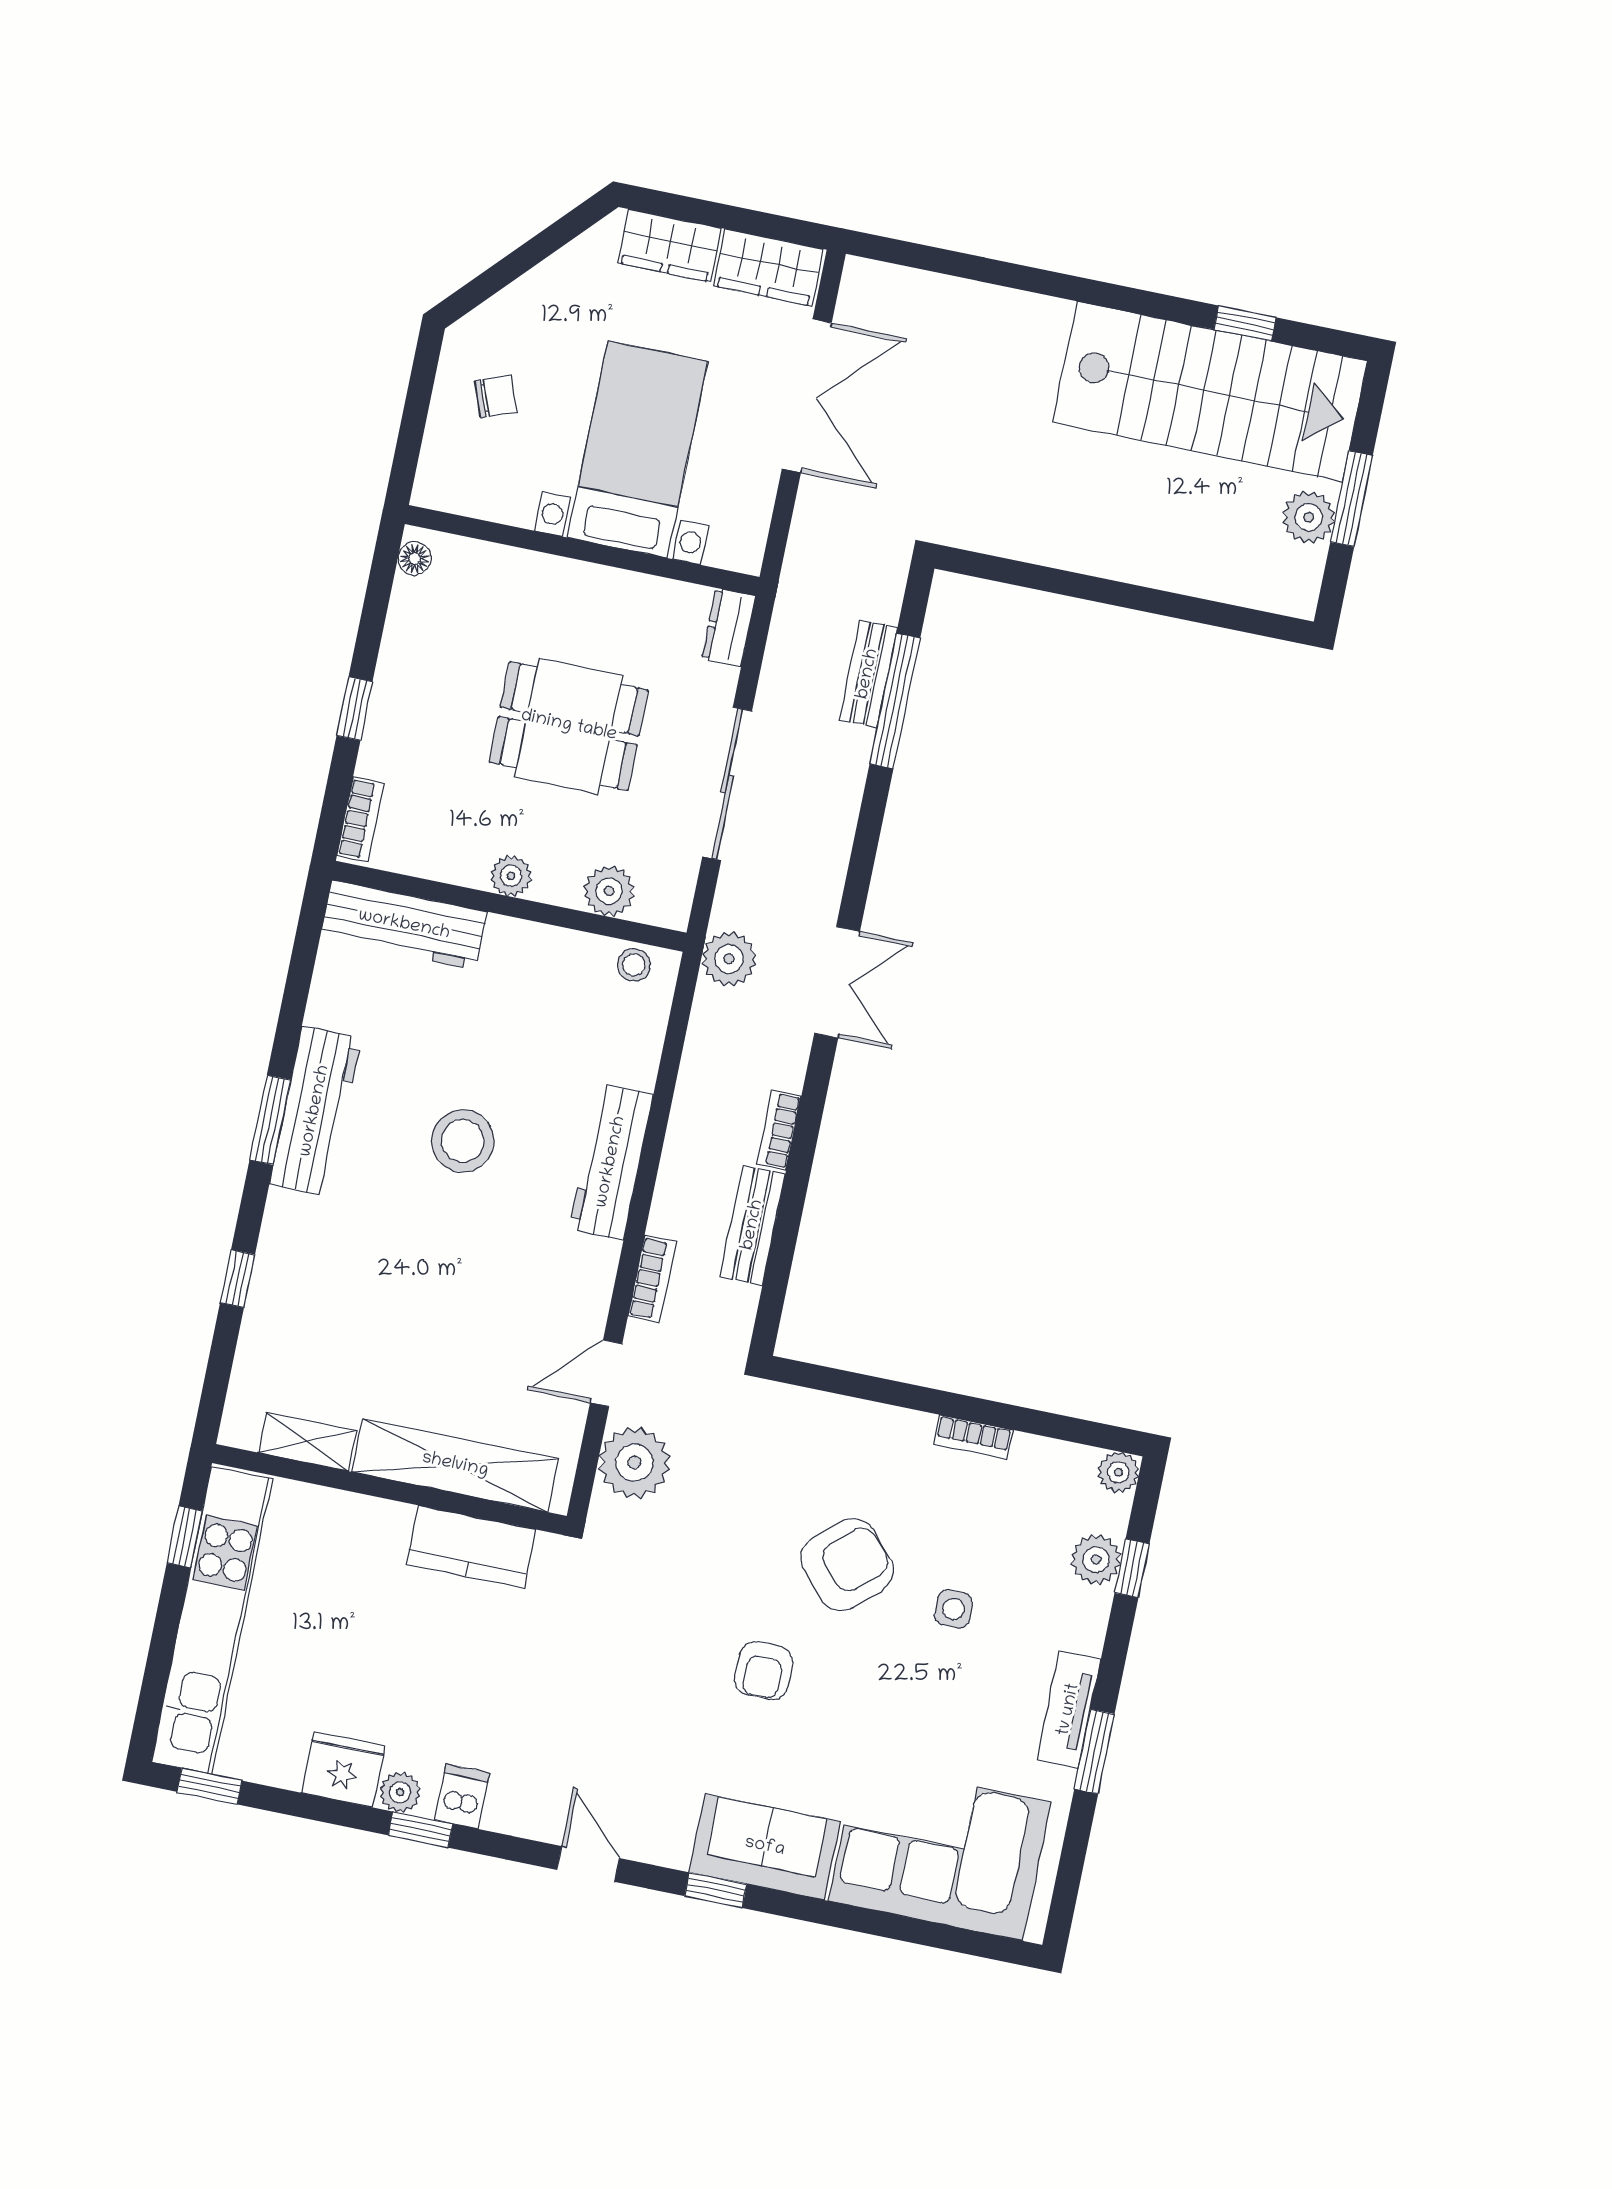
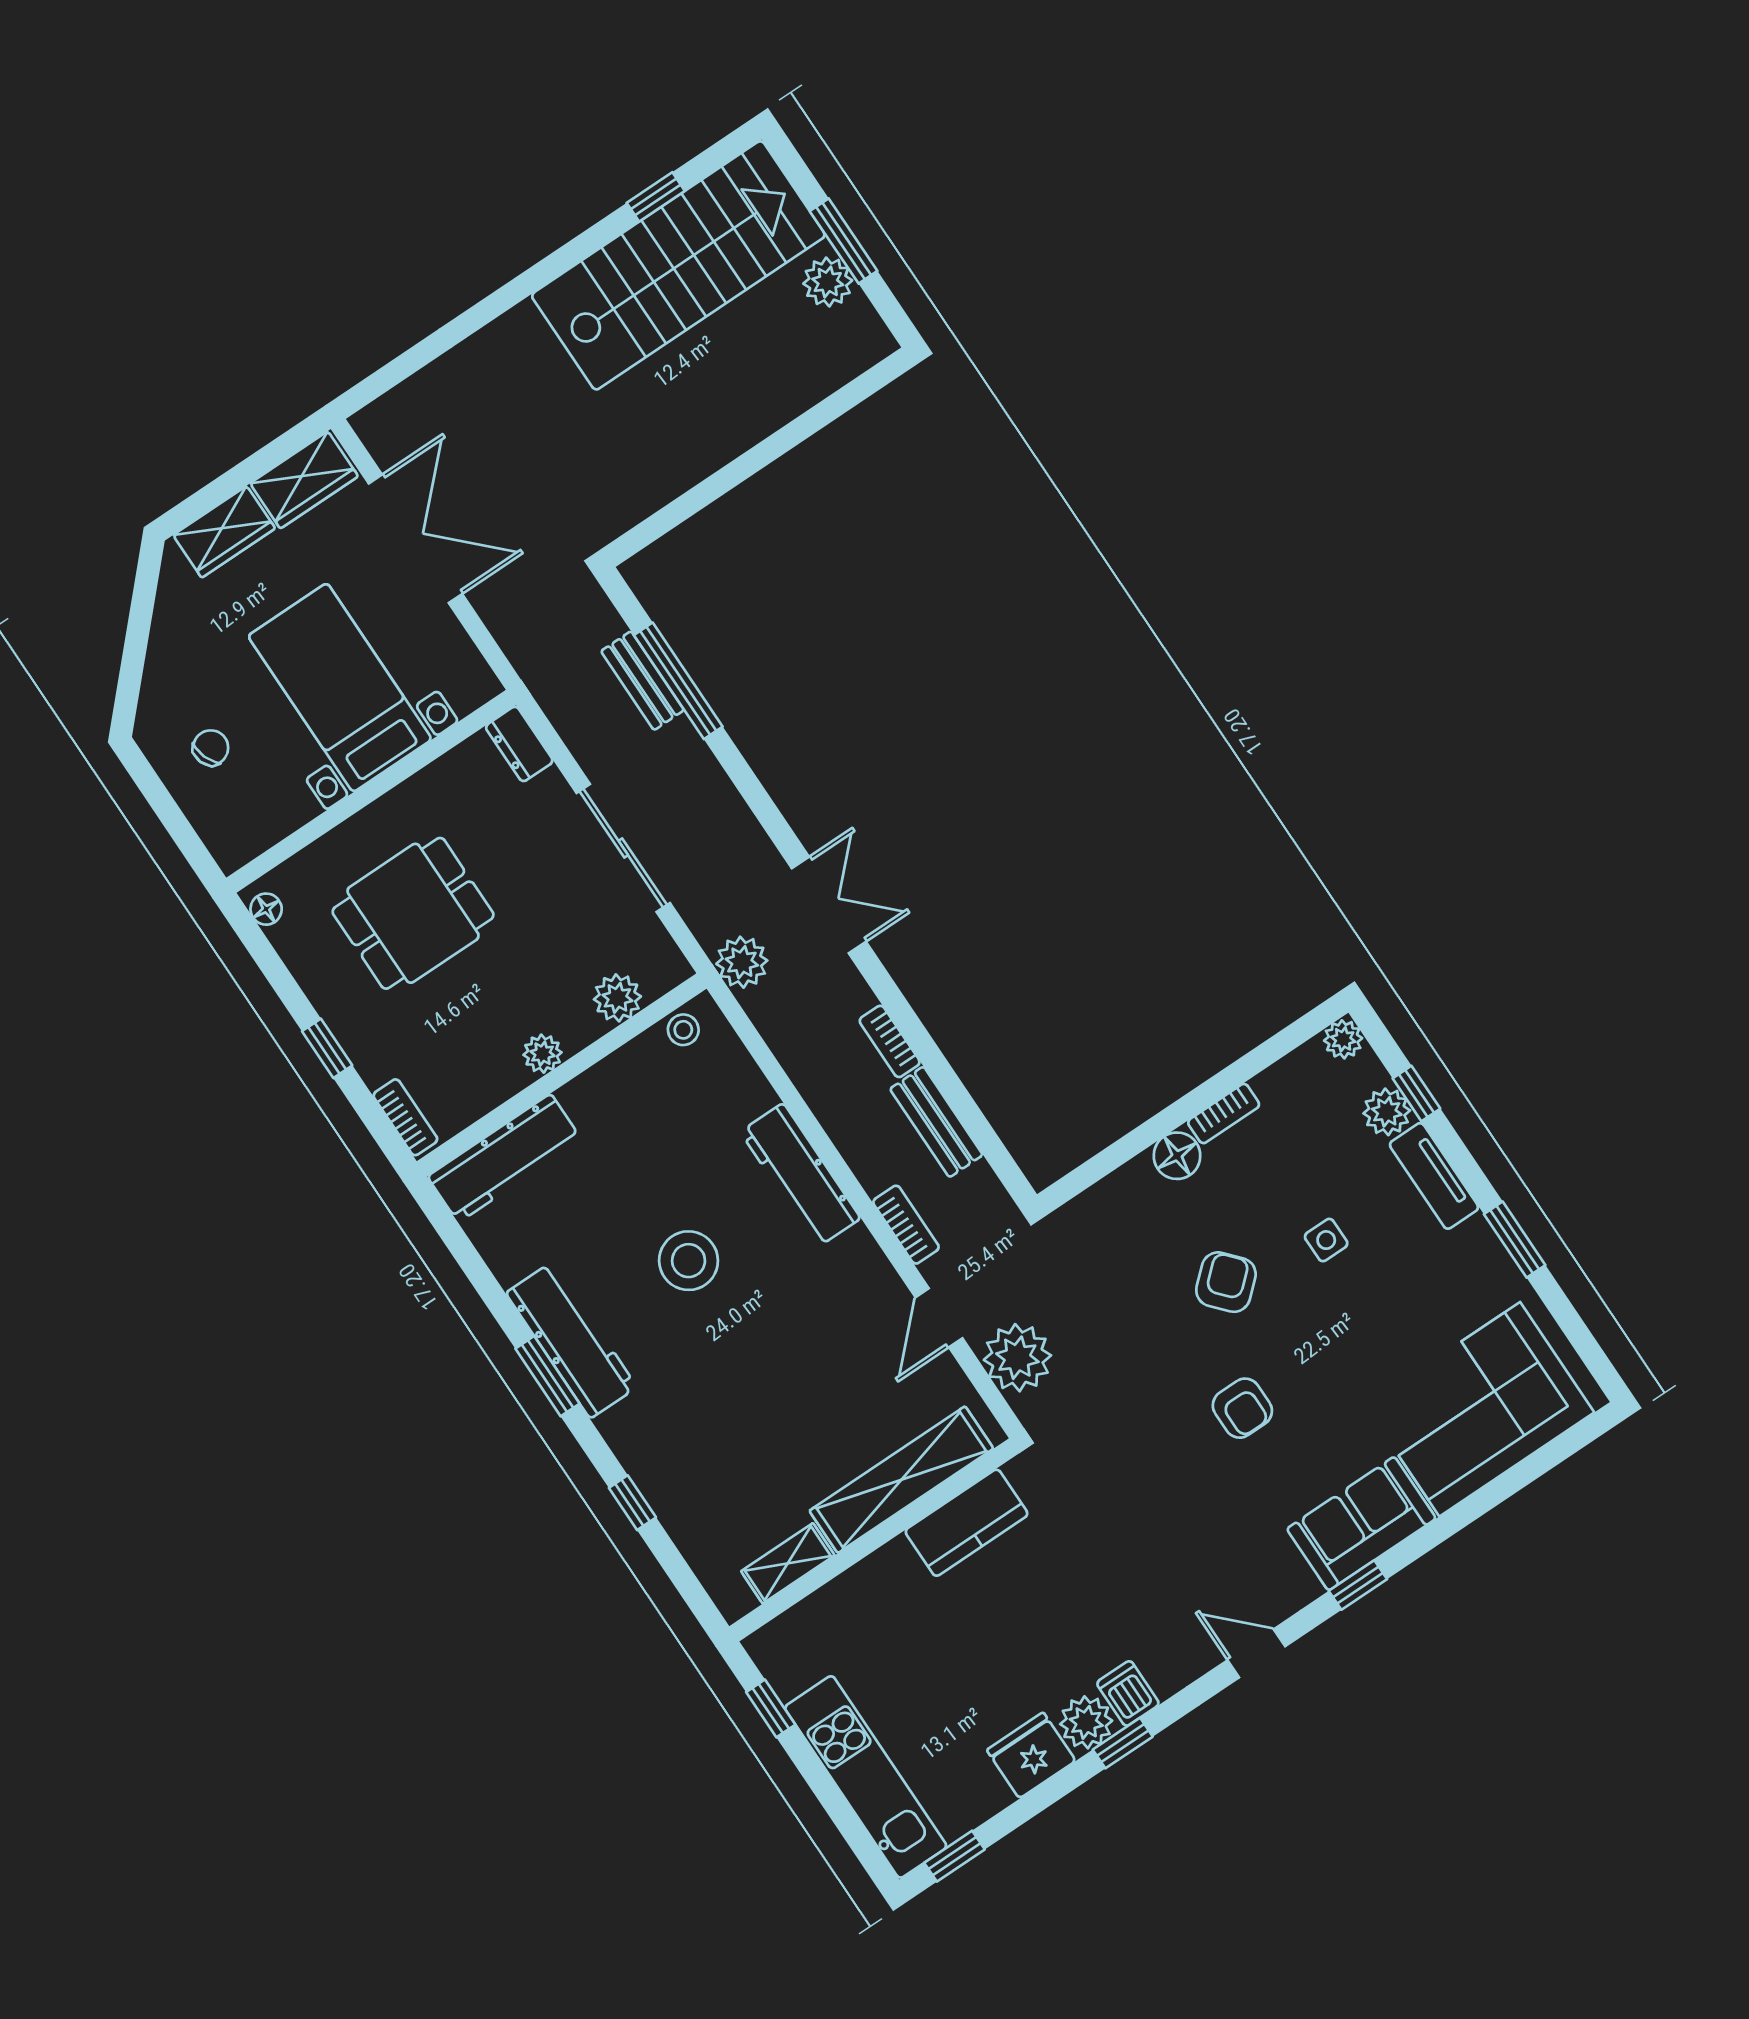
dining table: (569, 726) -> (413, 913), moved
floor lamp: (906, 1433) -> (1177, 1156), added
armchair: (847, 1564) -> (1226, 1282), width x0.72, depth x0.72
kitchen unit: (211, 1621) -> (866, 1777), width x0.73
tv unit: (1069, 1710) -> (1434, 1176), moved
plant: (400, 1792) -> (1086, 1722), width x1.38, depth x1.38

